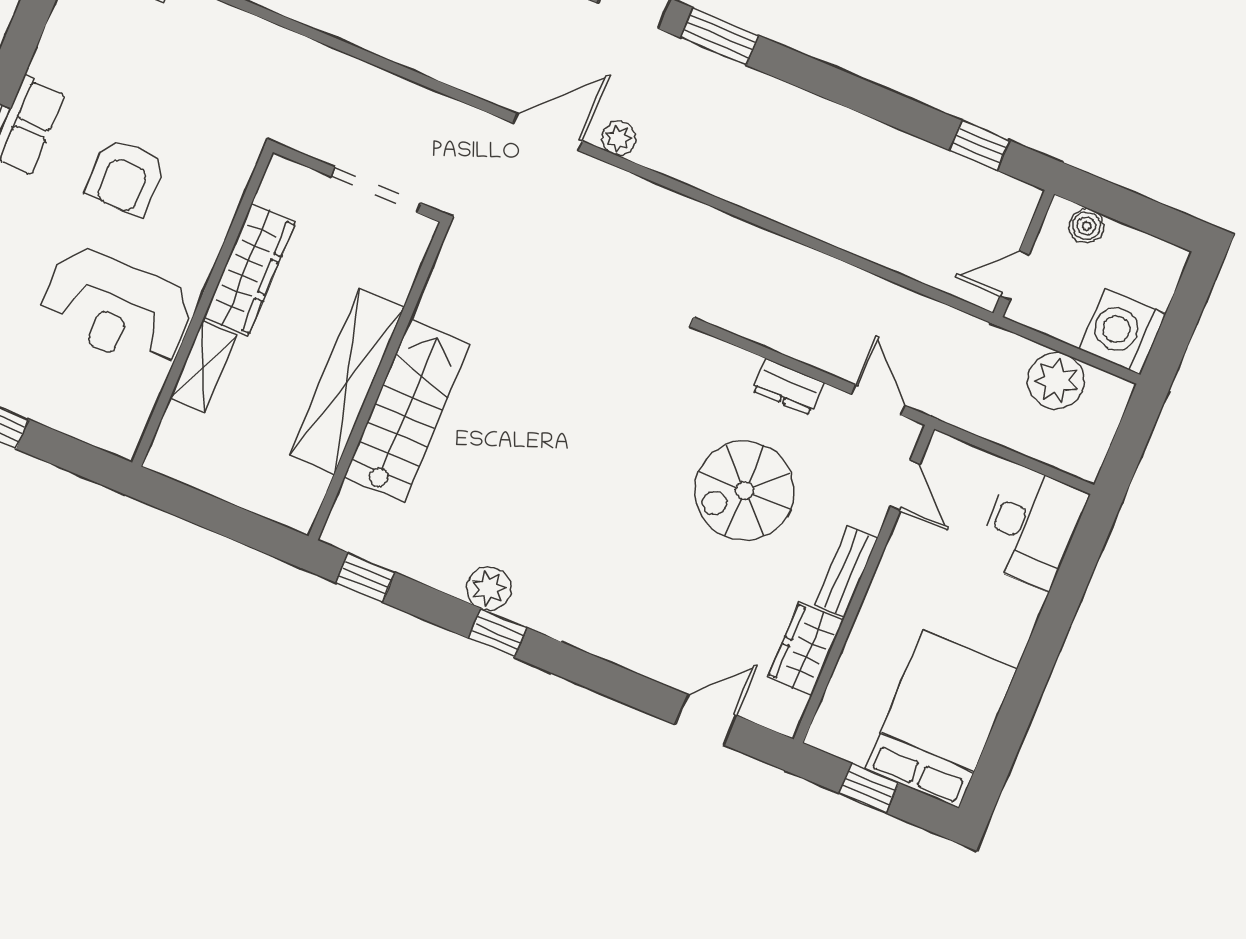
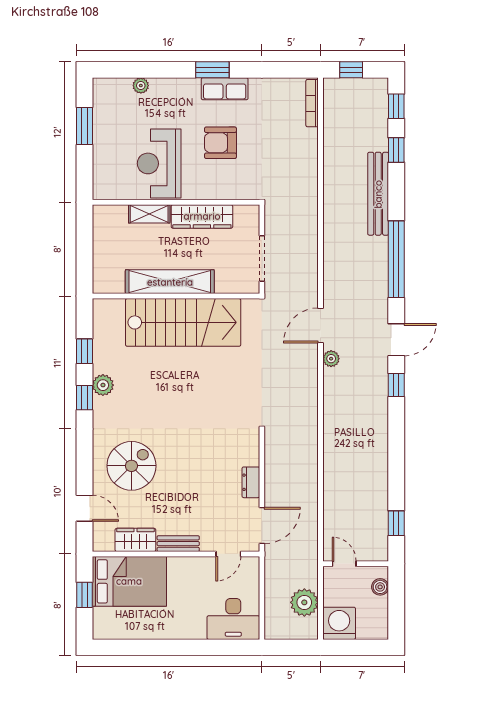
window: (720, 37) -> (396, 385), width x0.67
door: (548, 132) -> (320, 325), swing flipped
door: (878, 400) -> (262, 526), width x1.38
stairs: (407, 411) -> (183, 322), width x1.36, depth x1.51
spiral stairs: (745, 491) -> (131, 466), moved, turned 90
window: (365, 577) -> (84, 351), moved
bed: (941, 719) -> (129, 581), moved

